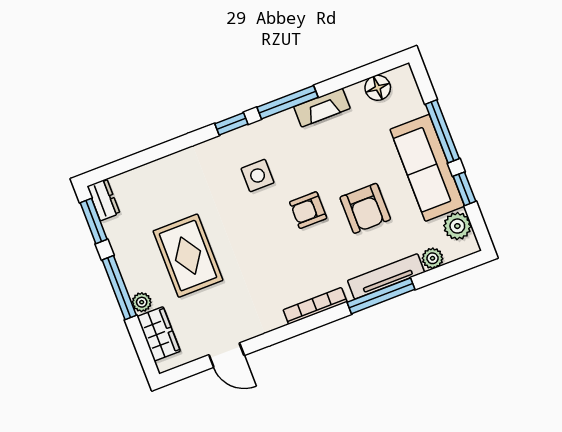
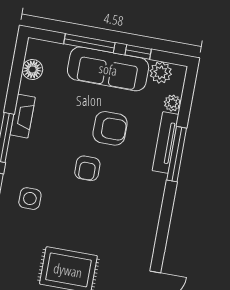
side table: (258, 176) -> (30, 199), moved
bookcase: (315, 306) -> (156, 204), removed

